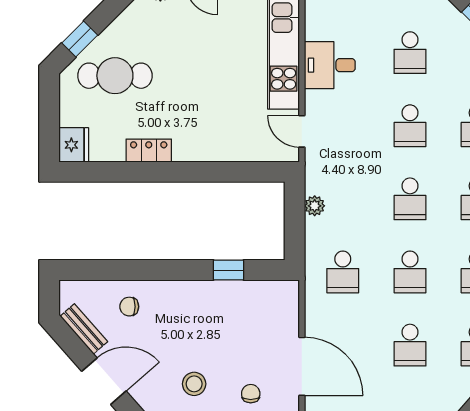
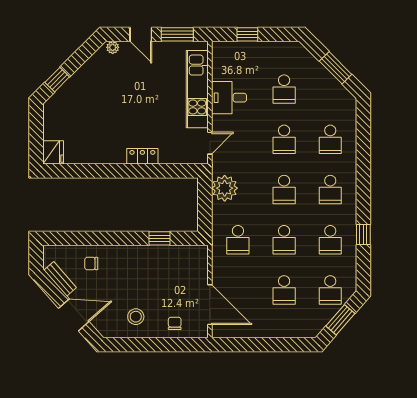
cafe table: (115, 76) -> (81, 105), removed
door: (302, 131) -> (210, 143), swing flipped
locker: (149, 151) -> (142, 156), moved
plant: (315, 206) -> (225, 188), width x1.87, depth x1.87

